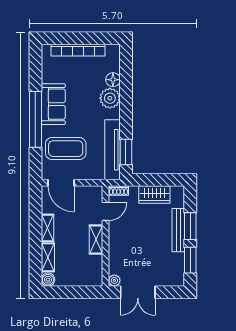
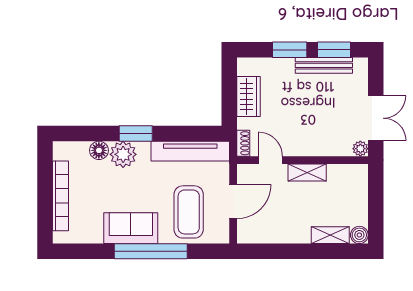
window: (126, 152) -> (136, 133), moved
door: (61, 183) -> (233, 202), moved
shelving: (47, 228) -> (292, 236), removed
bench: (178, 230) -> (324, 65), moved

